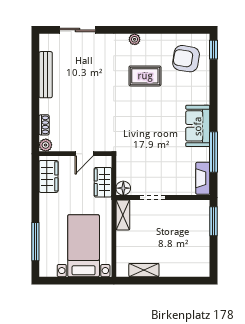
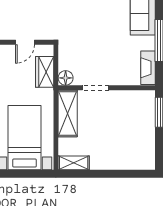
shelving: (123, 215) -> (68, 114), width x1.50, depth x1.33
shelving: (144, 270) -> (74, 163), moved

